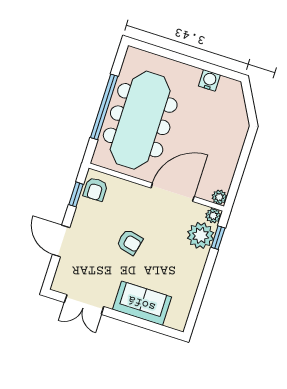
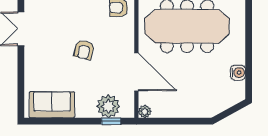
plant: (213, 216) -> (128, 111), removed
sofa: (142, 303) -> (52, 105), moved, turned -90

